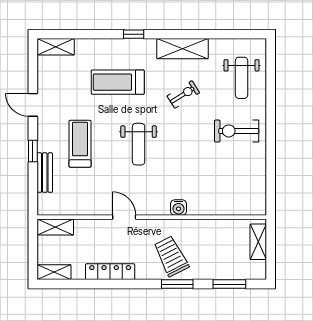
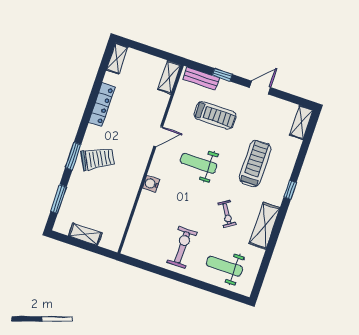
water cooler: (179, 208) -> (151, 184), moved
door: (124, 217) -> (158, 136), moved
wall: (152, 217) -> (151, 159), moved
shelving: (55, 227) -> (169, 77), moved

